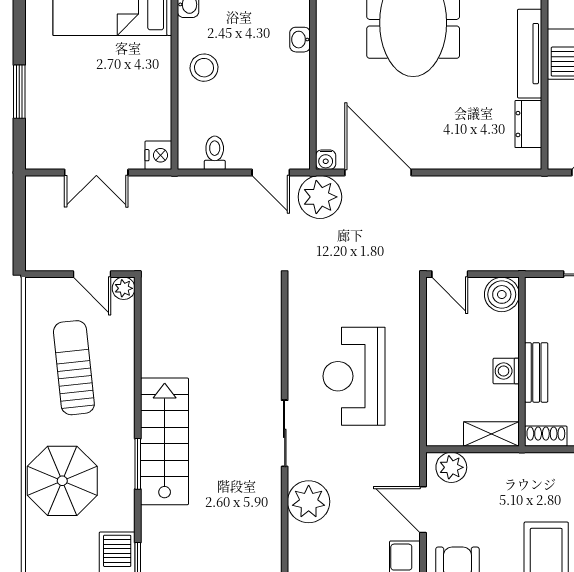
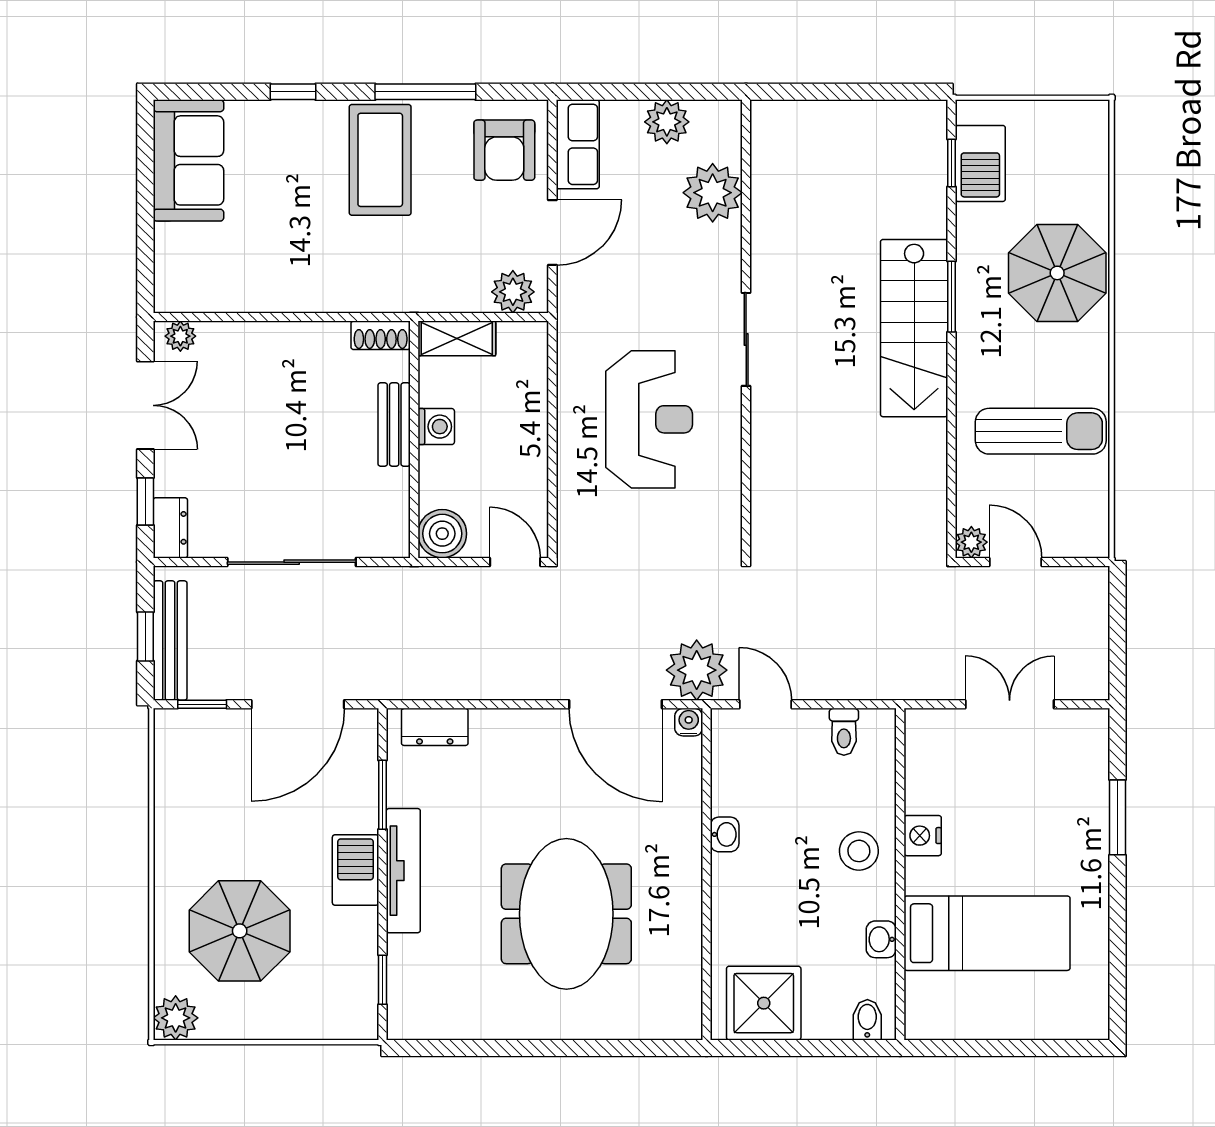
washbasin: (300, 40) -> (725, 834), moved
window: (545, 108) -> (382, 795), added
dresser: (528, 124) -> (435, 727), moved, turned 90
nightstand: (158, 155) -> (923, 836), moved
sun lounger: (74, 368) -> (1041, 431), turned -84
plant: (309, 502) -> (713, 193), moved
door: (423, 510) -> (552, 233), hinge flipped

